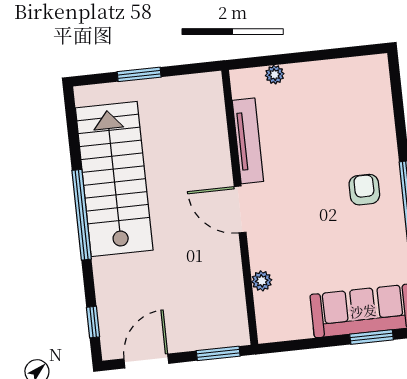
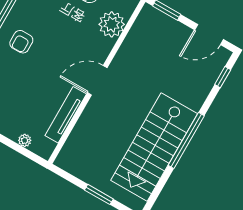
door: (240, 209) -> (97, 80), swing flipped
plant: (262, 281) -> (112, 24), width x1.88, depth x1.88

